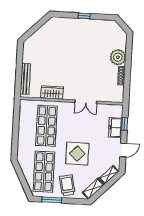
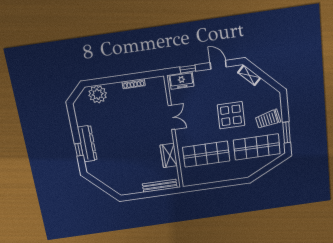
window: (84, 16) -> (79, 150), moved
dresser: (77, 24) -> (87, 144), added
plant: (118, 57) -> (98, 94), moved
freezer: (115, 128) -> (182, 81), moved
shelving: (93, 189) -> (268, 90), removed

